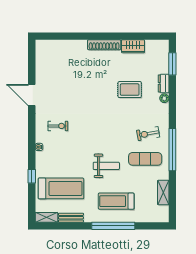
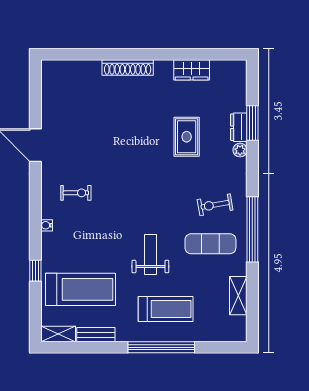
shoe rack: (104, 45) -> (128, 67), moved
window: (172, 64) -> (252, 123), moved
rug: (130, 90) -> (187, 137), turned 90
weight bench: (106, 166) -> (150, 254), turned -90
treadmill: (116, 201) -> (166, 309), turned 180

